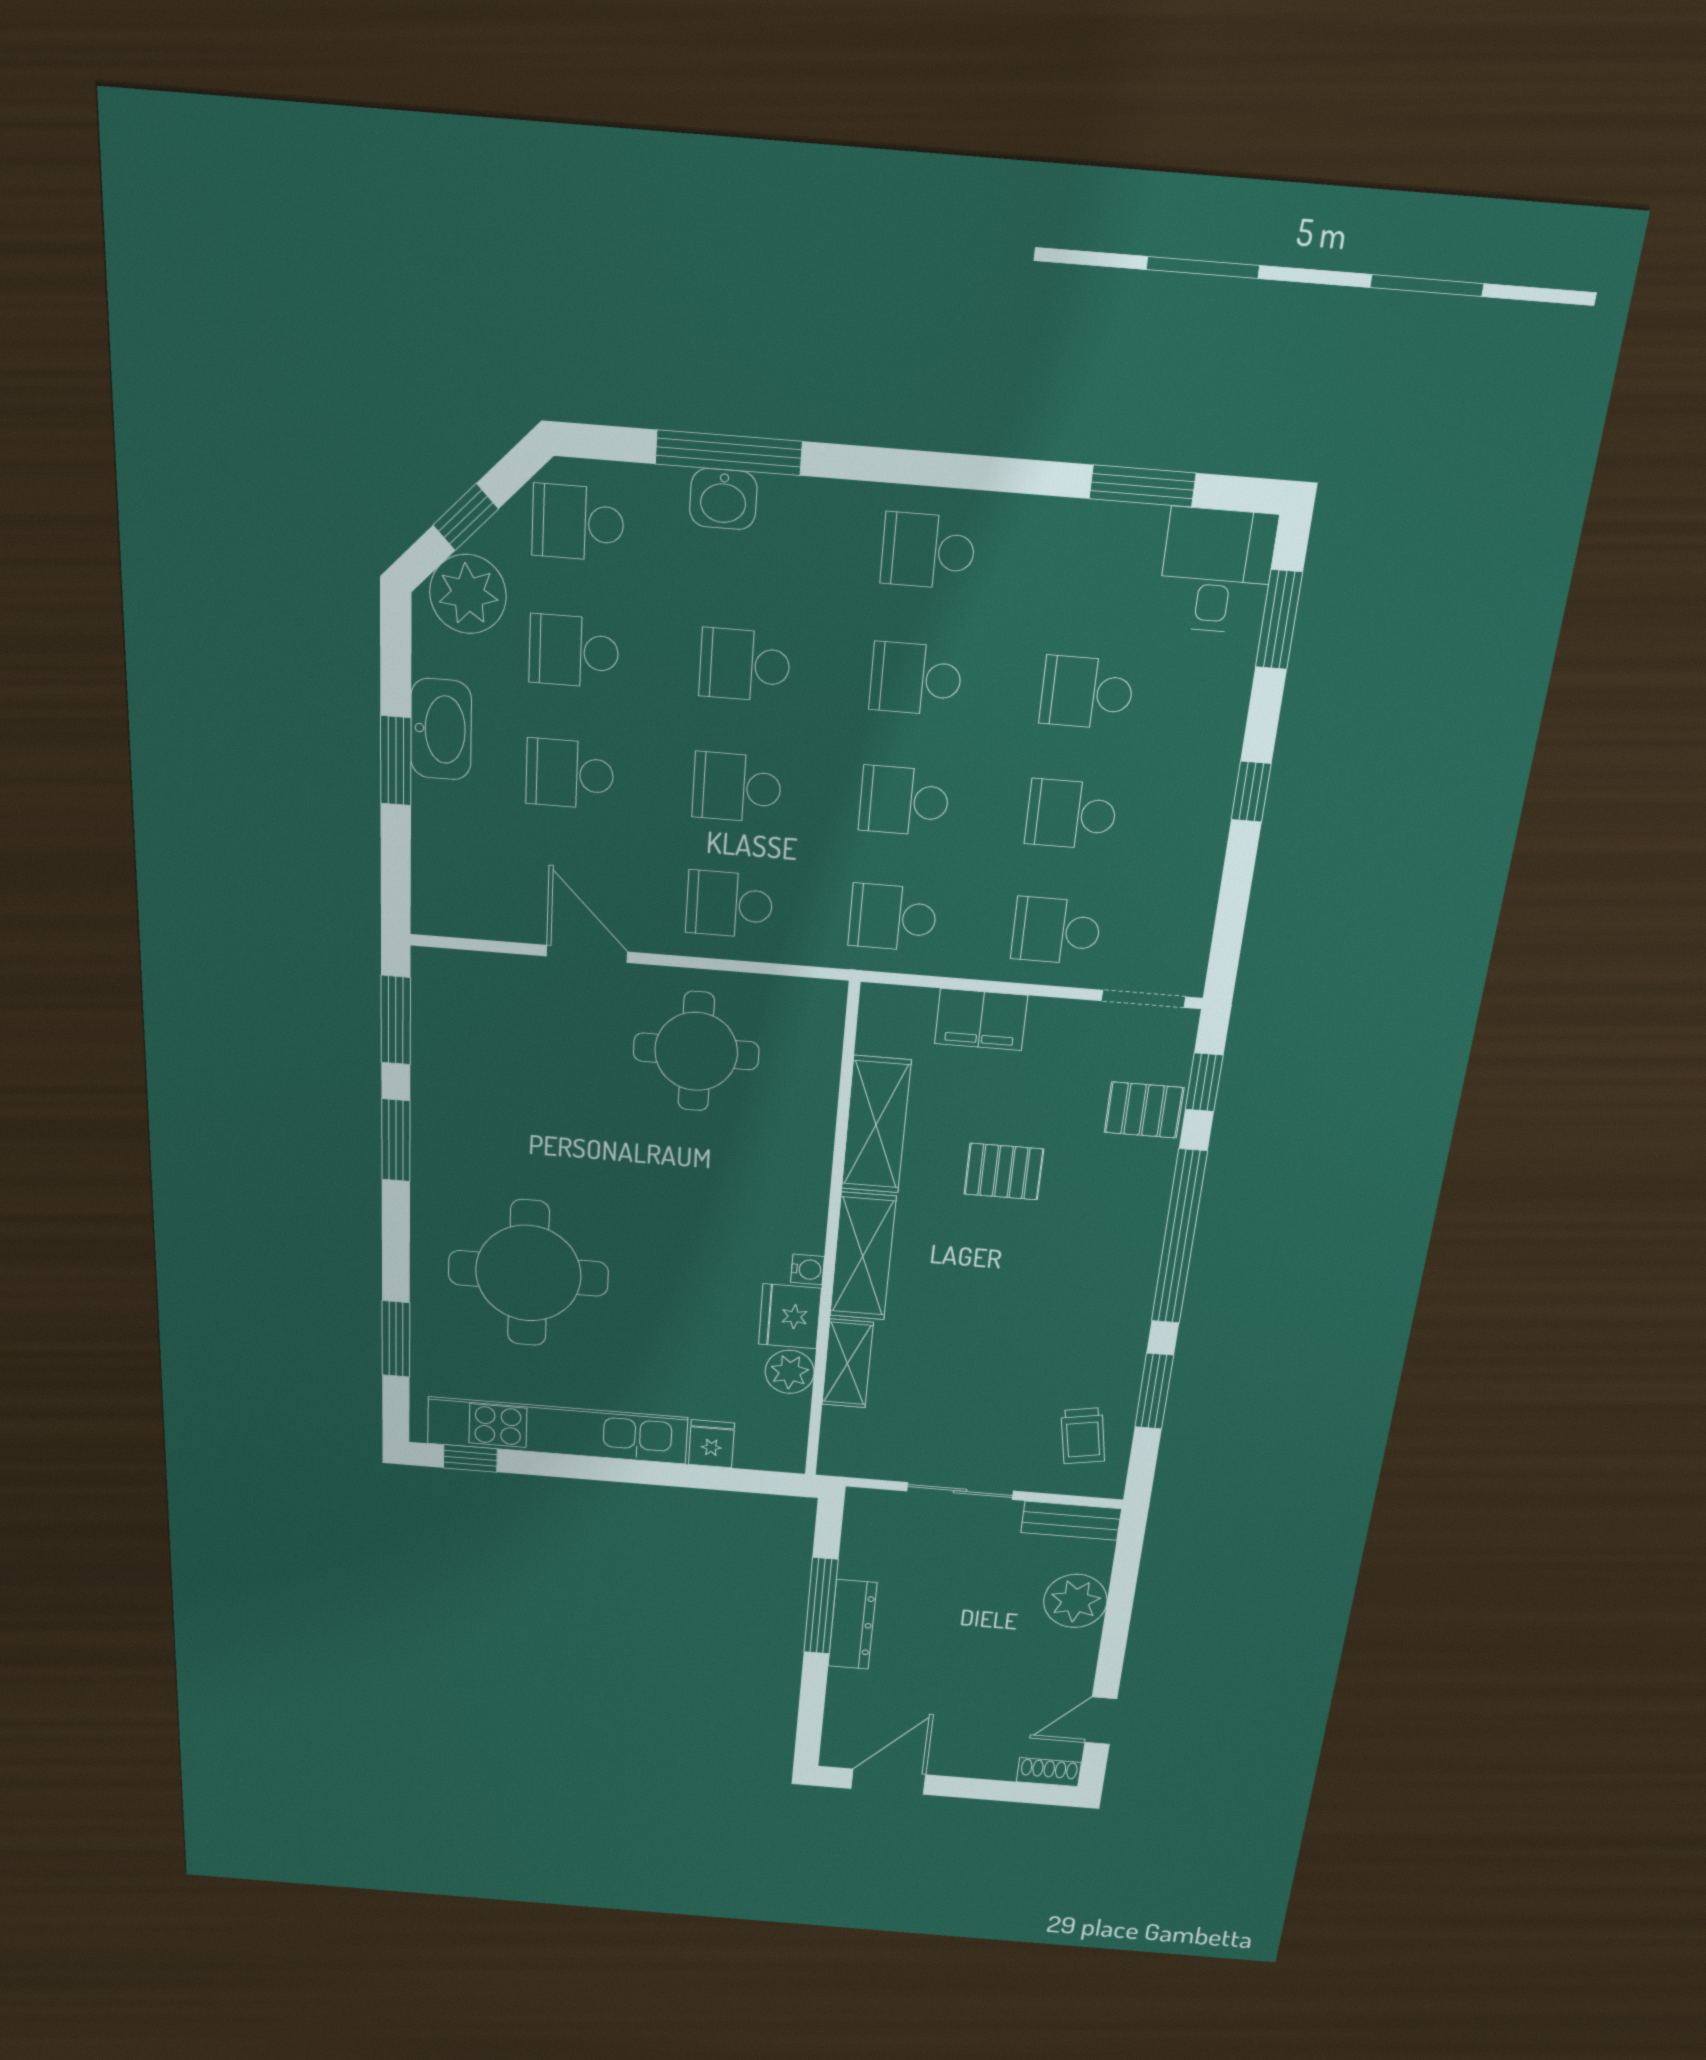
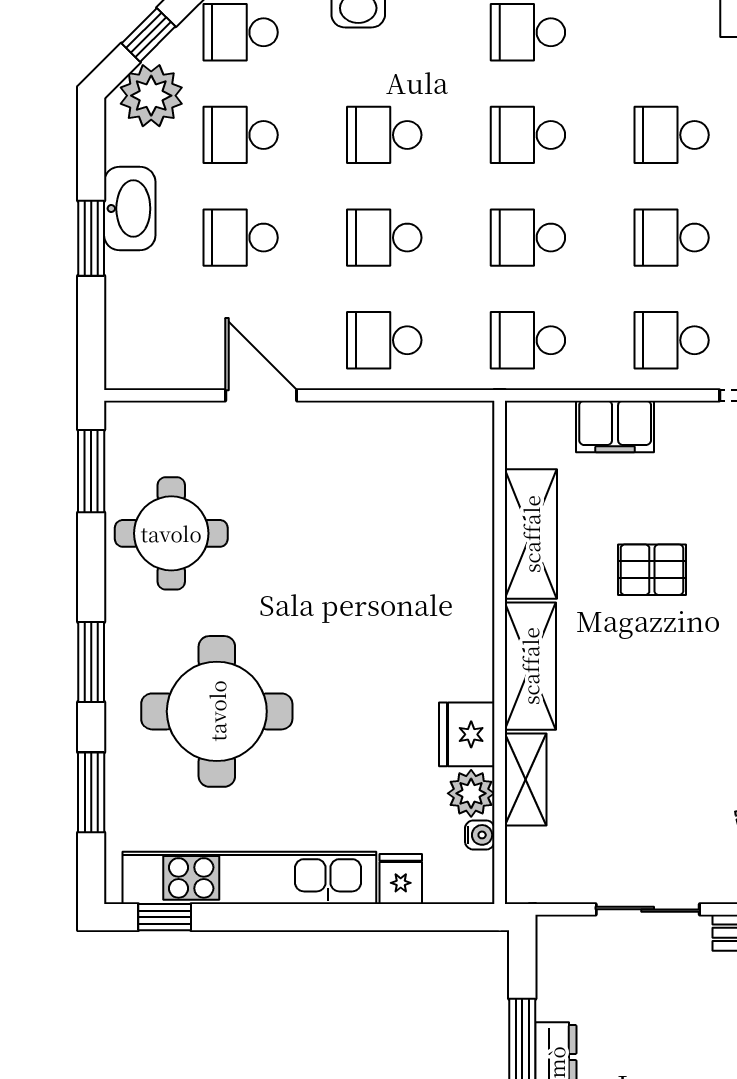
round table: (696, 1051) -> (171, 533), moved
window: (396, 1140) -> (91, 662), moved
water cooler: (807, 1269) -> (480, 835), moved

